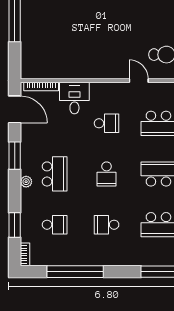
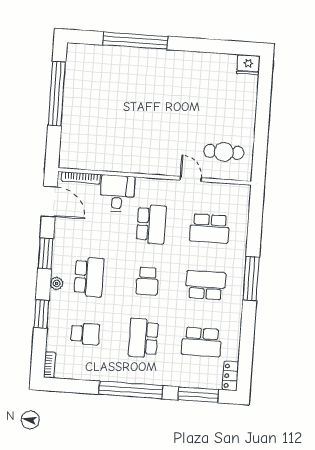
school desk: (107, 123) -> (151, 224), width x1.85
window: (15, 225) -> (41, 314), moved
school desk: (107, 225) -> (143, 338), width x1.85
window: (75, 272) -> (131, 390), moved

